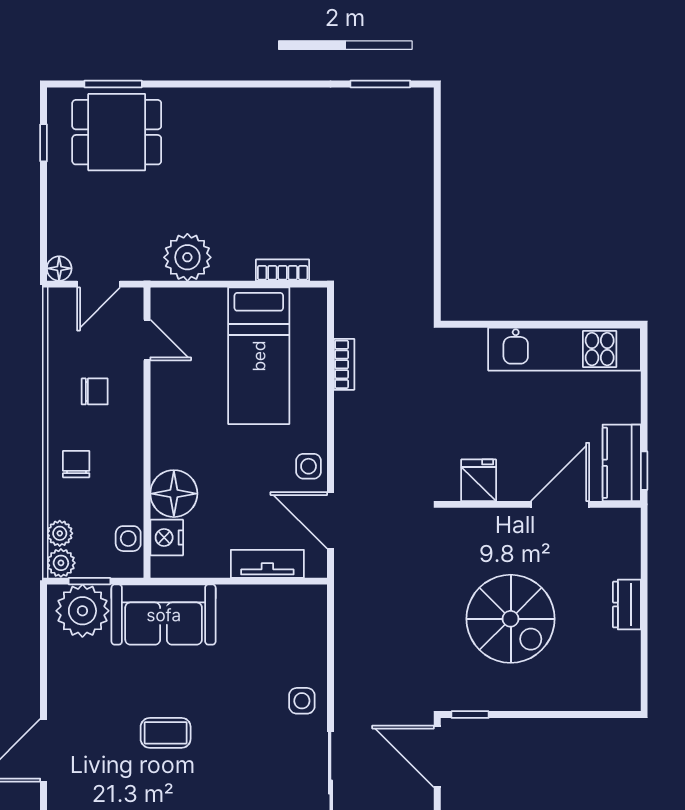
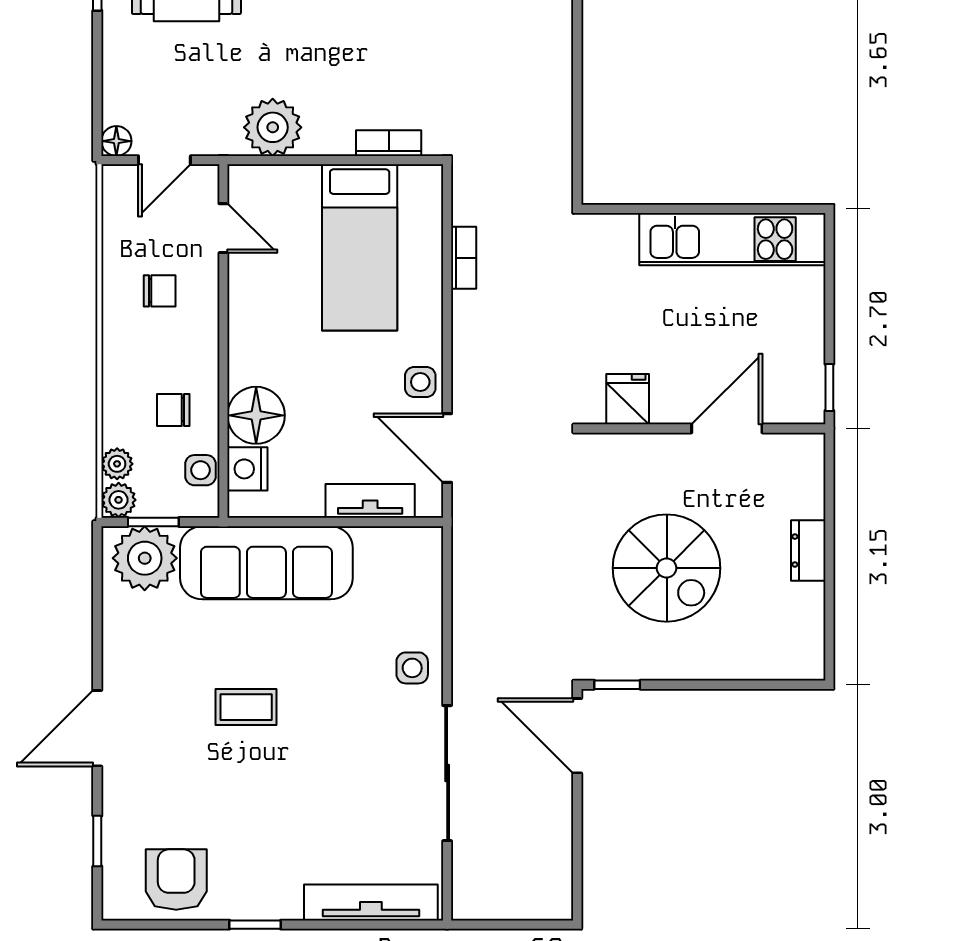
kitchen counter: (622, 463) -> (802, 378), removed
chair: (76, 464) -> (173, 410), moved, turned -90
sofa: (164, 615) -> (266, 563), width x1.36

